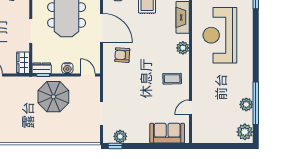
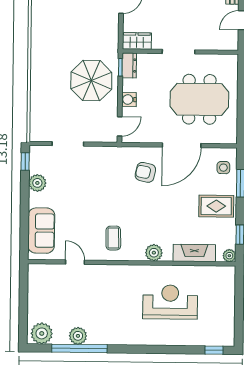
reception desk: (220, 35) -> (170, 302), width x0.74, depth x0.77
armchair: (122, 55) -> (145, 172), turned -82
plant: (120, 136) -> (37, 183), moved

